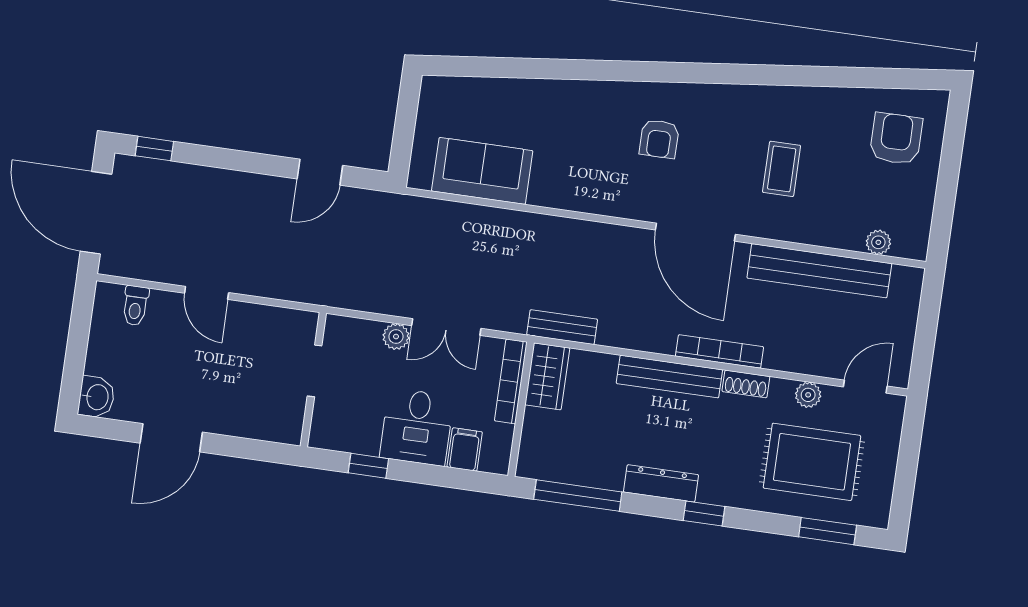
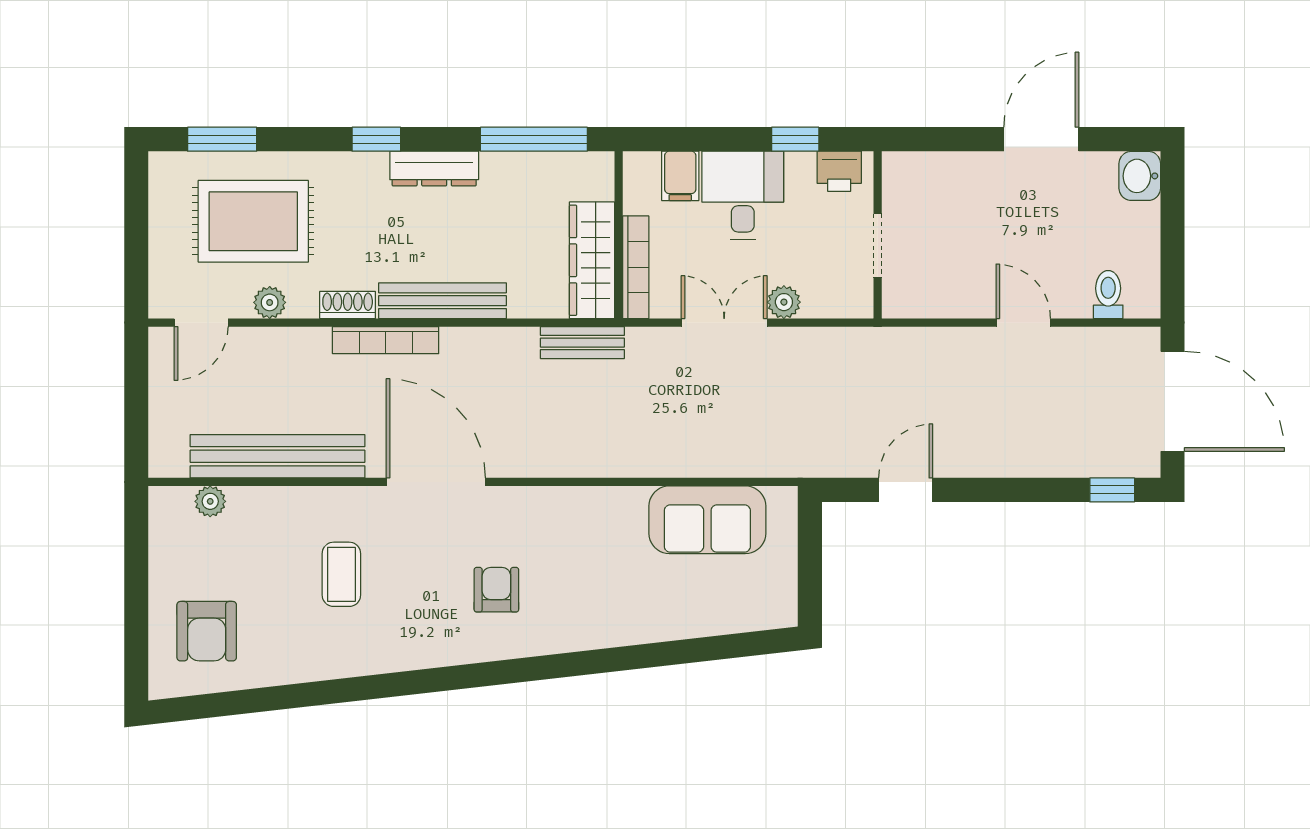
wardrobe: (547, 376) -> (592, 260), width x1.50
printer: (337, 435) -> (839, 171), added

